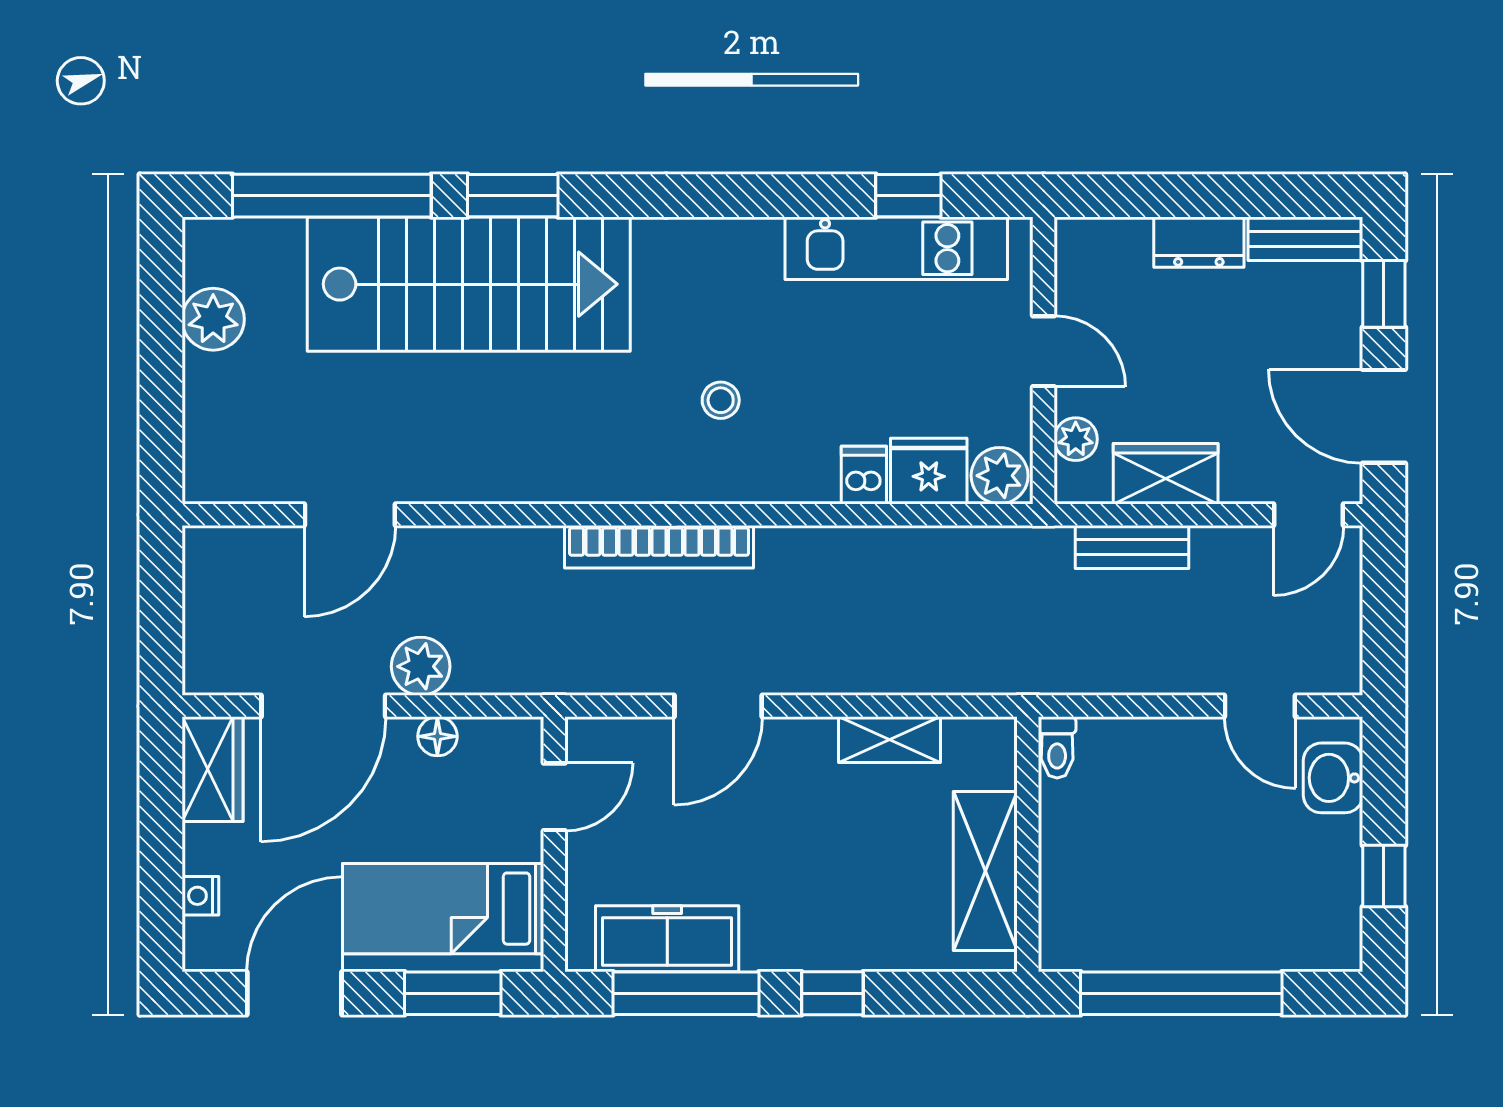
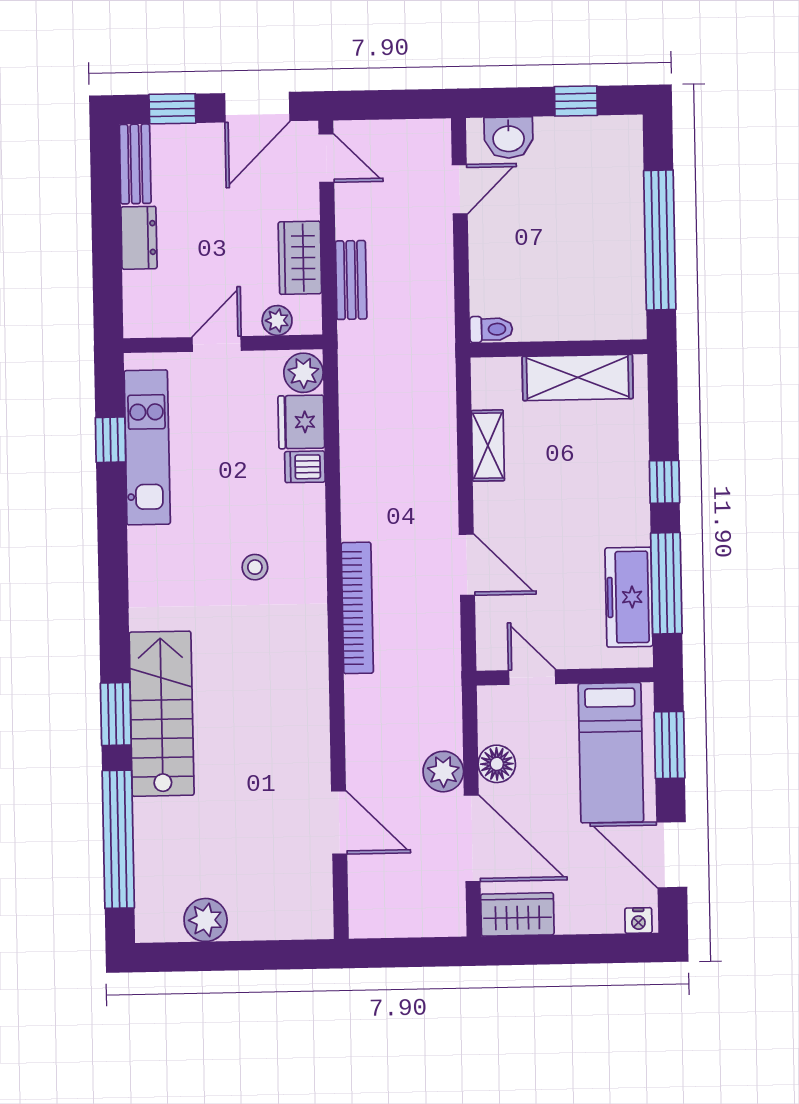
stairs: (469, 284) -> (162, 714), width x0.73, depth x0.66
floor lamp: (437, 736) -> (497, 764), width x1.37, depth x1.37
nightstand: (200, 896) -> (638, 921), moved

